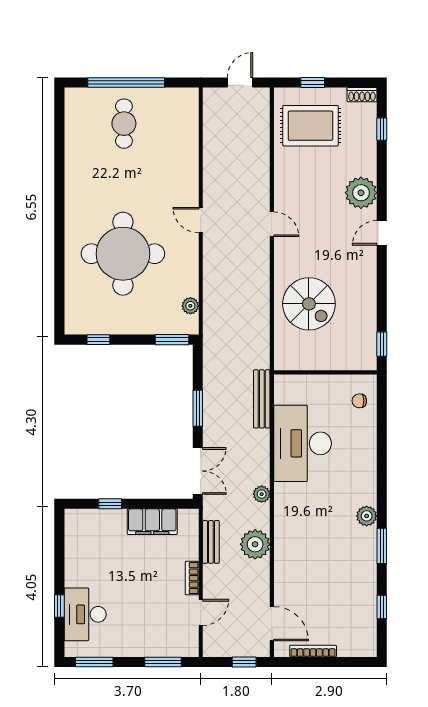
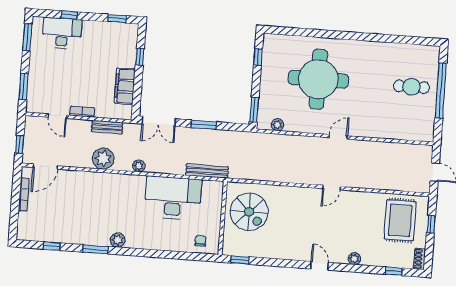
plant: (361, 193) -> (354, 259), width x0.53, depth x0.53
spiral stairs: (309, 304) -> (249, 212), moved, turned -90
window: (59, 539) -> (117, 19), added

